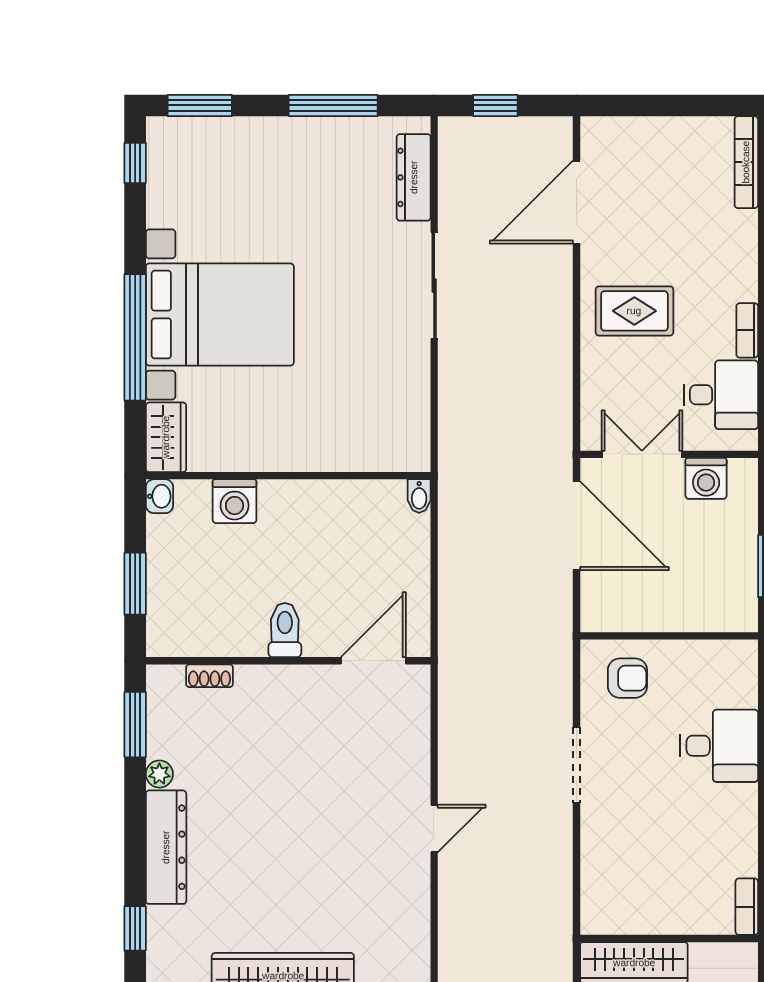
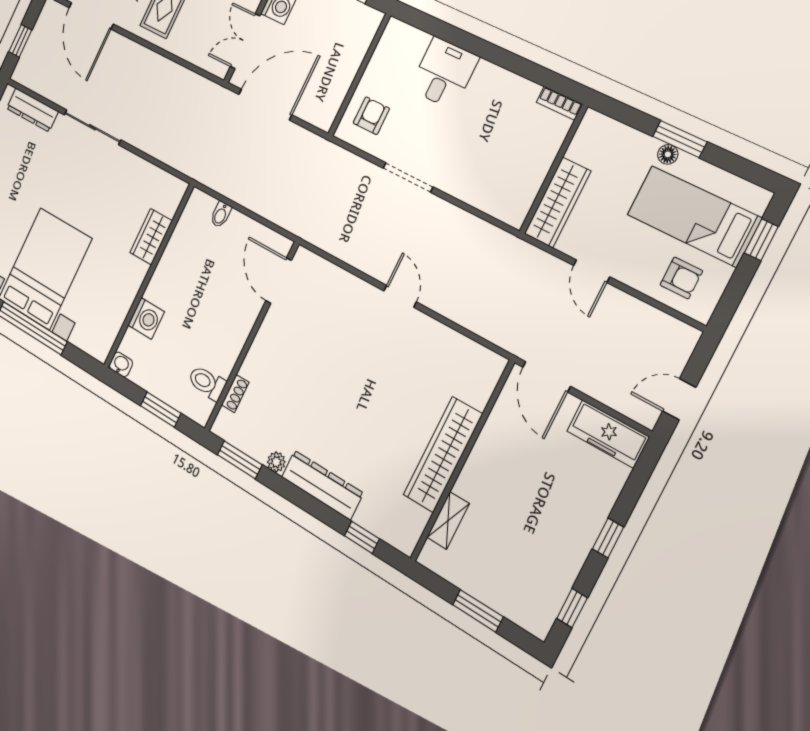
wardrobe: (166, 437) -> (151, 237), moved, turned -90
bidet: (419, 496) -> (221, 215), moved, turned 90
toilet: (285, 630) -> (207, 383), moved

